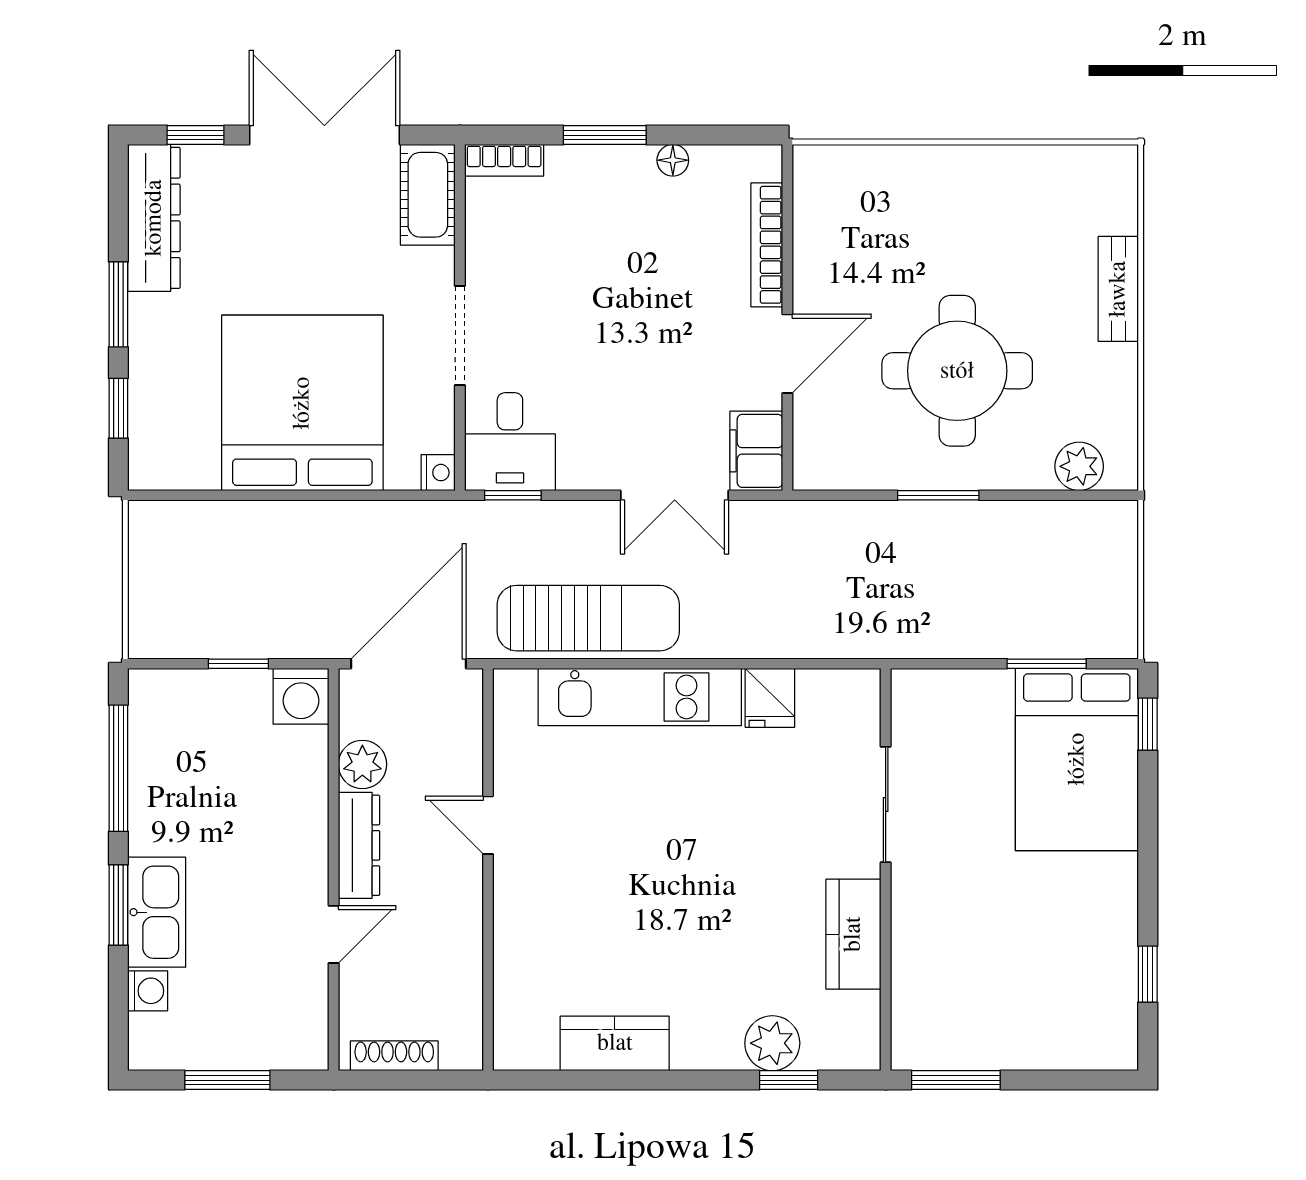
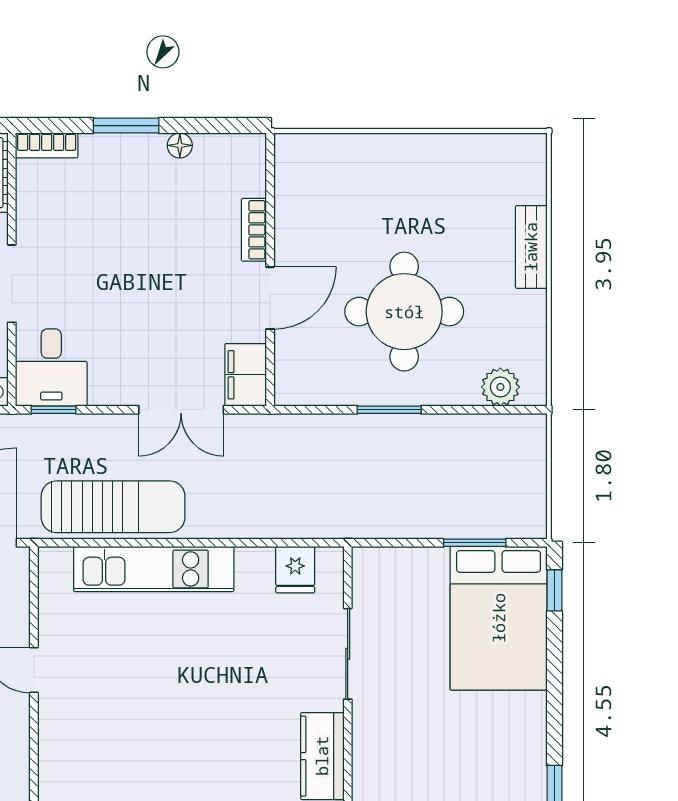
bookcase: (767, 245) -> (254, 230), width x0.64
fridge: (770, 698) -> (295, 570), moved

